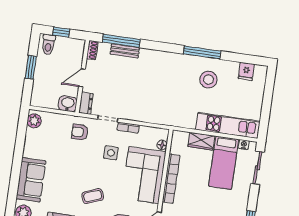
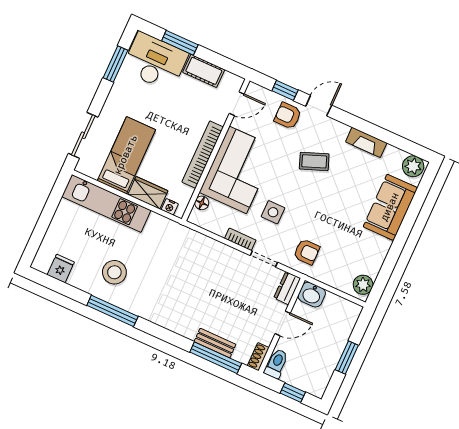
toilet: (48, 45) -> (276, 364), moved
nightstand: (244, 145) -> (170, 207), moved

